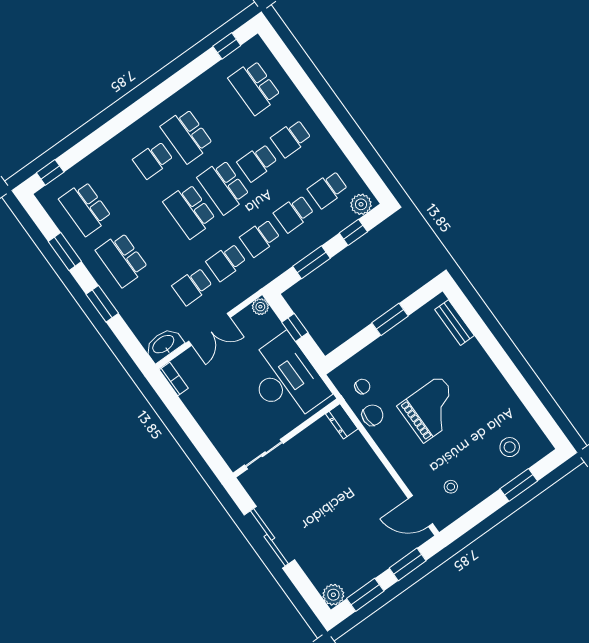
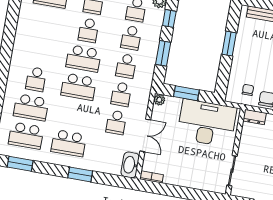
school desk: (187, 136) -> (31, 107), moved
window: (65, 251) -> (20, 164), moved
window: (295, 327) -> (186, 93), width x1.50

